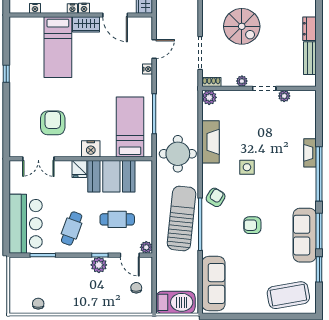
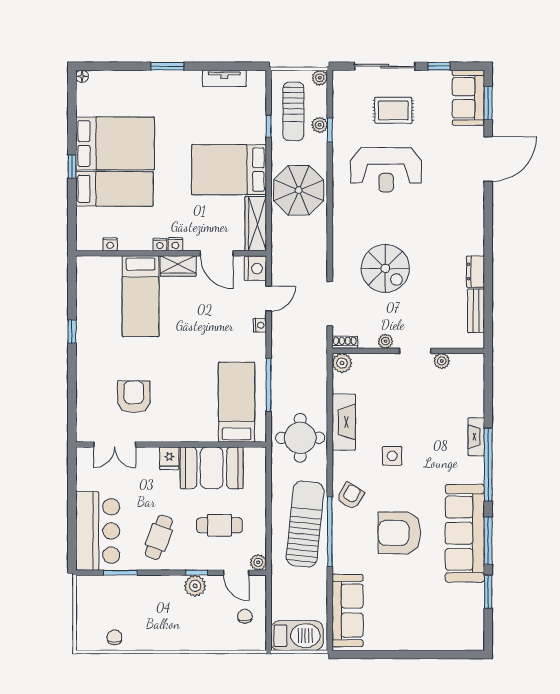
nightstand: (91, 149) -> (255, 269), moved, turned -90
armchair: (252, 225) -> (399, 533), width x1.88, depth x1.88
sofa: (305, 235) -> (465, 533), width x1.36, depth x1.27
coffee table: (288, 295) -> (447, 626), removed

